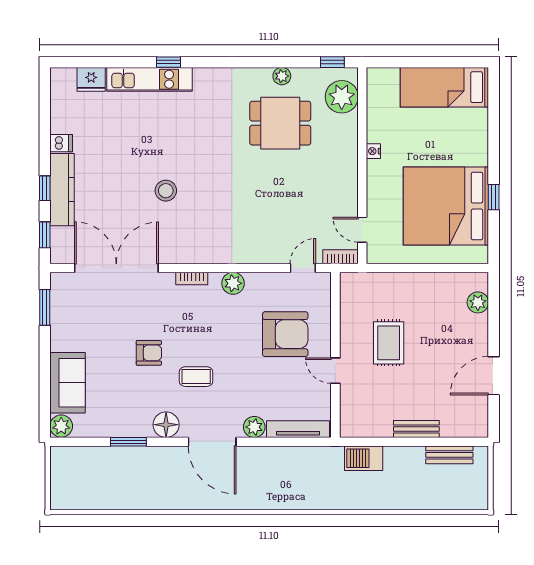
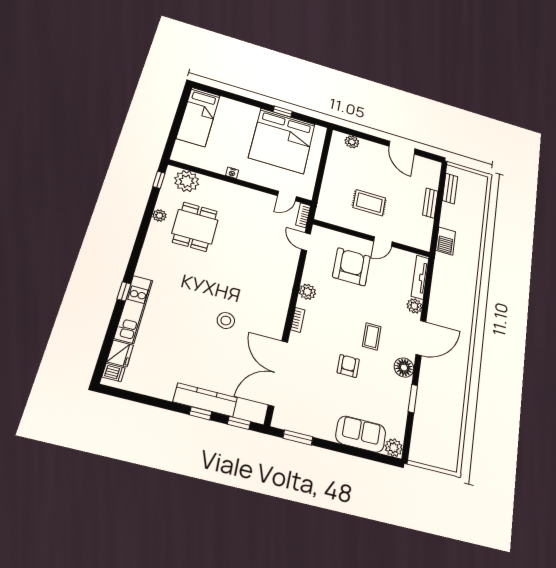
dishwasher: (61, 143) -> (113, 373), moved, turned 90

